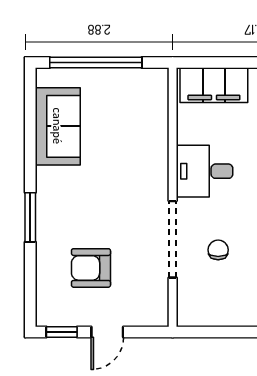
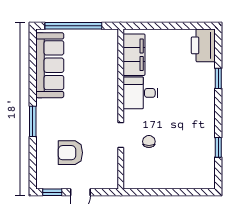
filing cabinet: (214, 85) -> (134, 55), moved, turned -90
sofa: (58, 126) -> (50, 65), width x1.36
doorway: (173, 239) -> (121, 135), width x0.53

